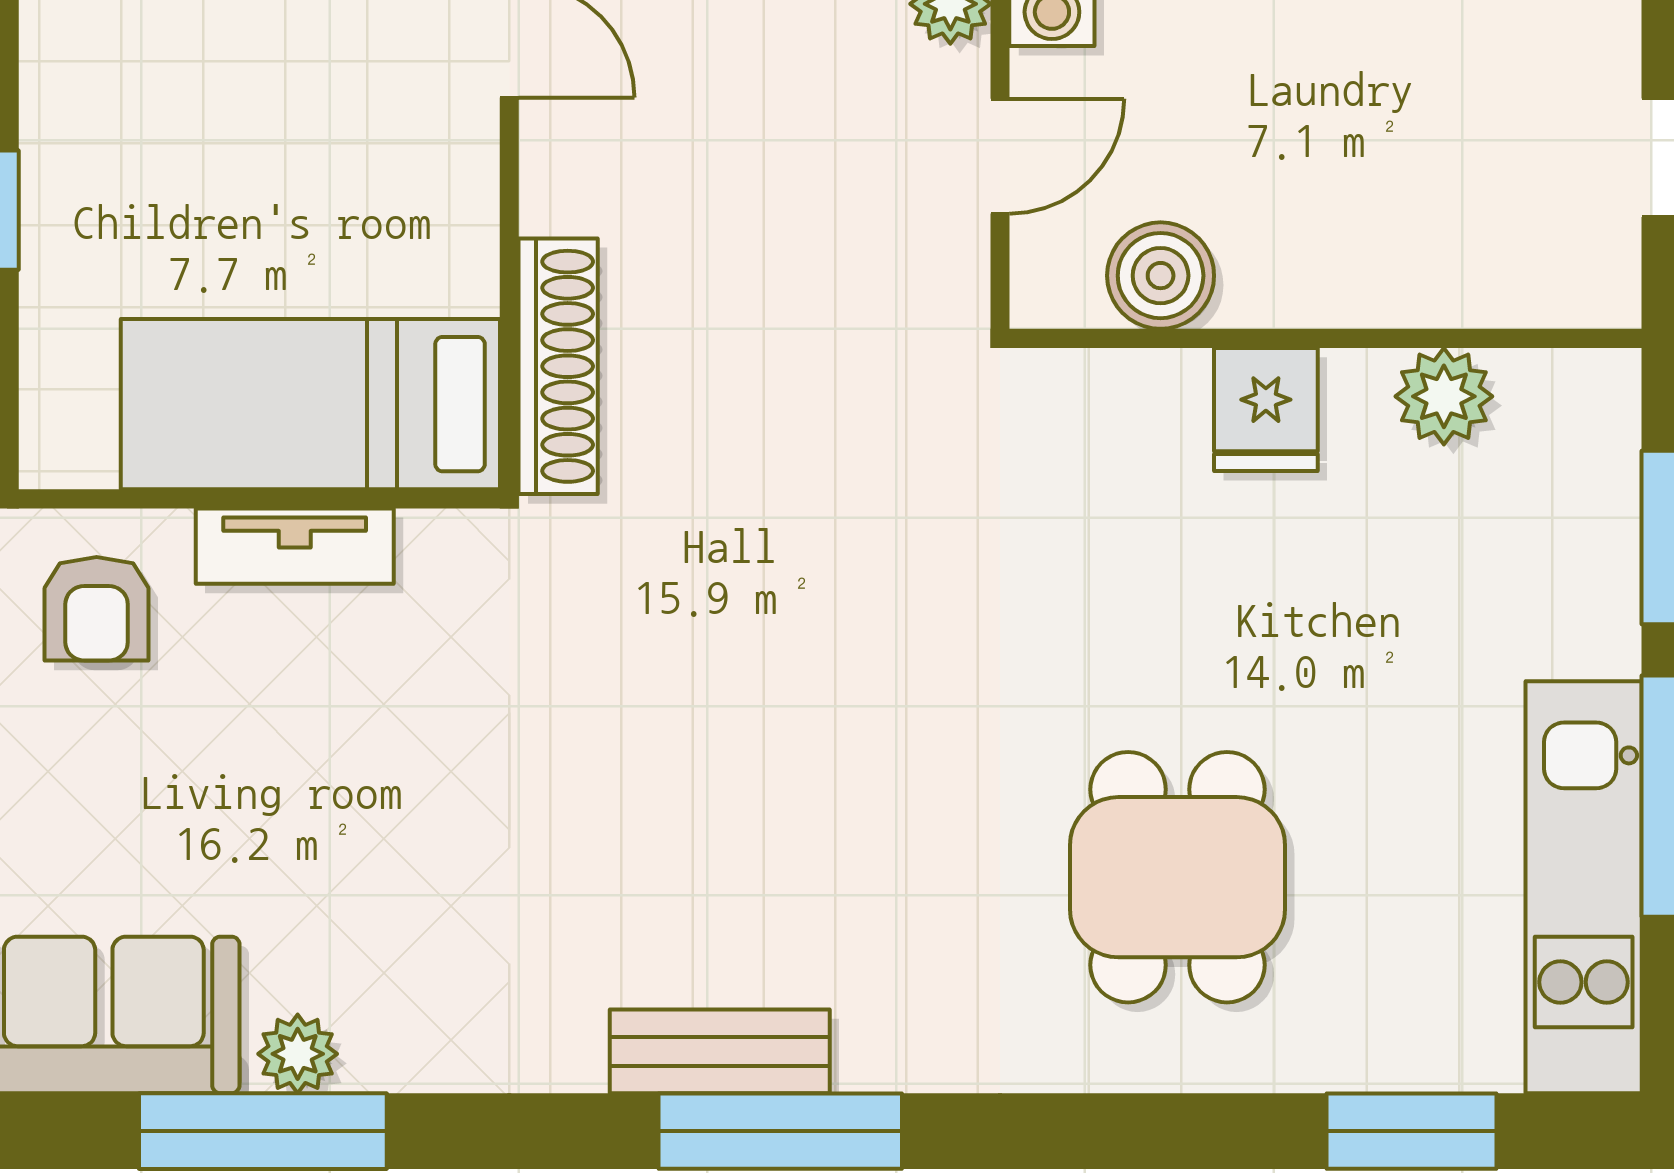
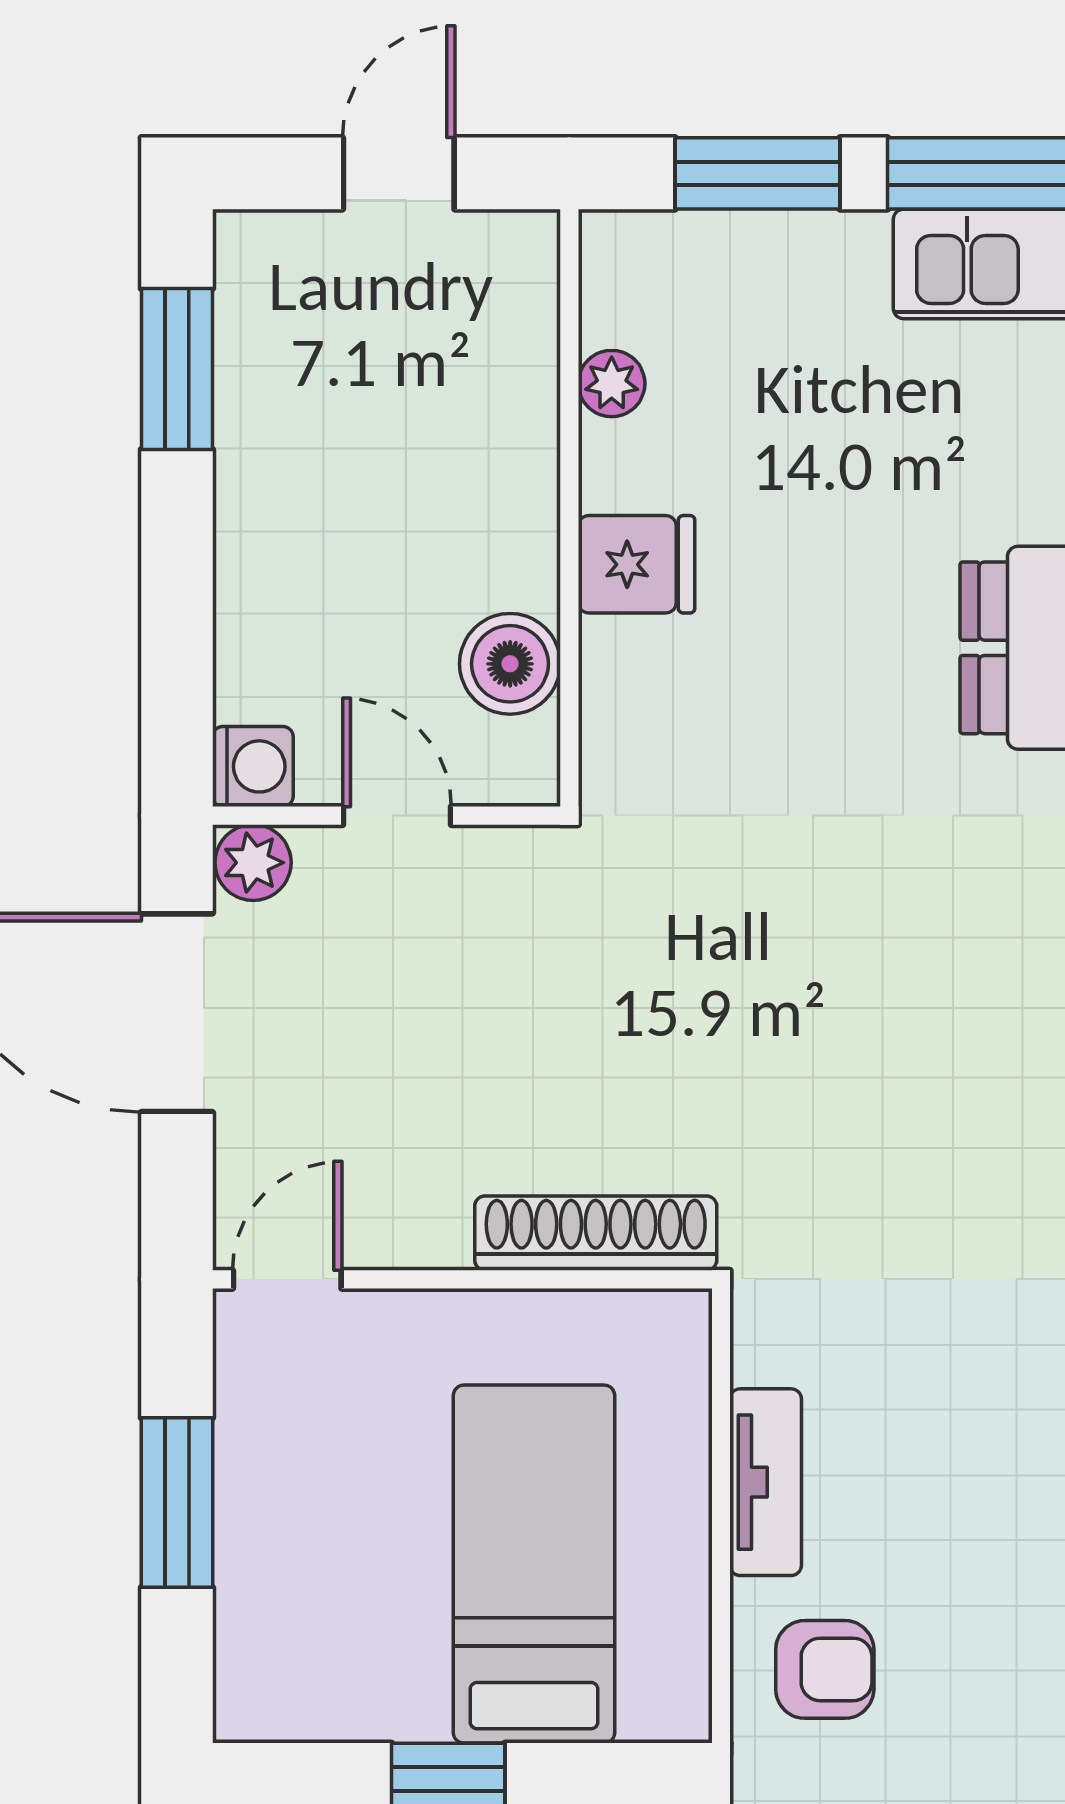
plant: (1444, 396) -> (612, 384), width x0.73, depth x0.73
bed: (310, 404) -> (534, 1564), moved, turned 180

